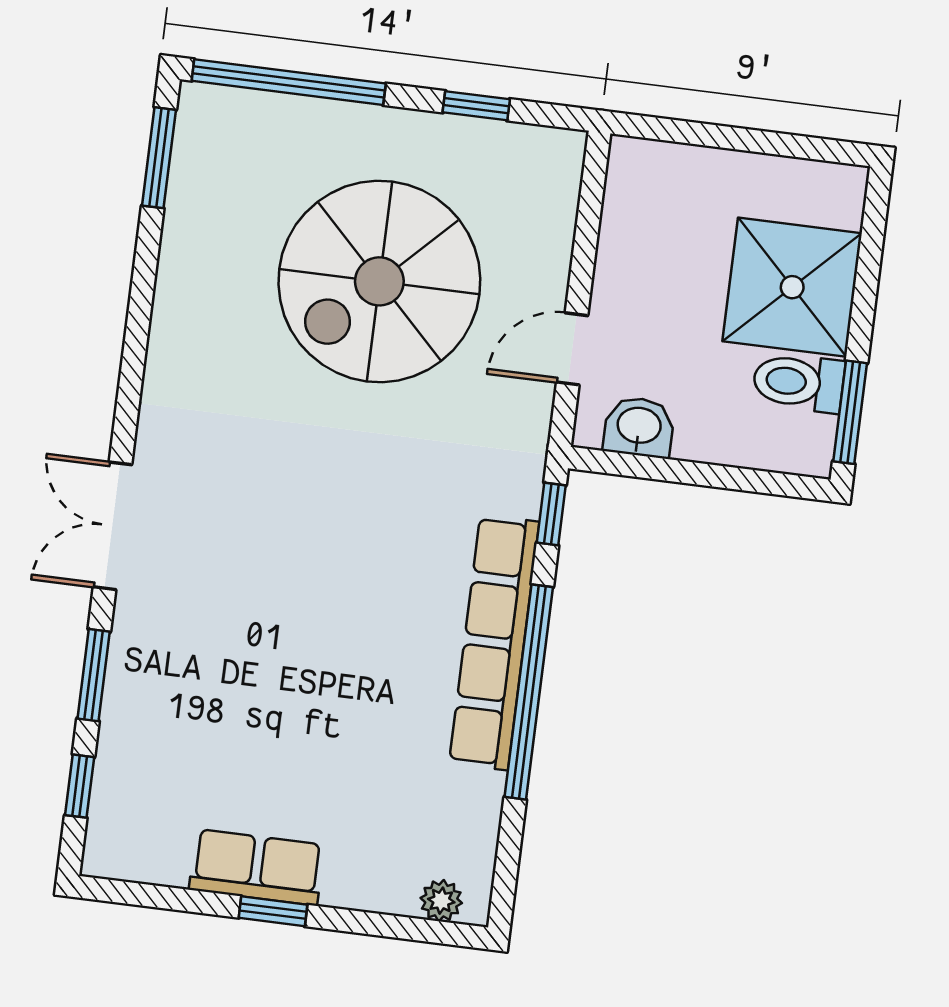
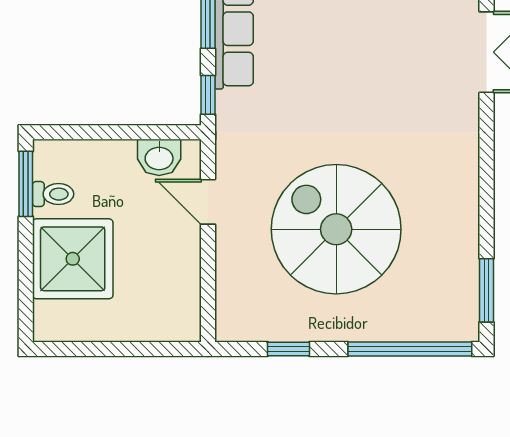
spiral stairs: (379, 281) -> (336, 229), turned -90
door: (572, 349) -> (208, 202), swing flipped
toilet: (798, 382) -> (53, 194), width x0.73, depth x0.72

